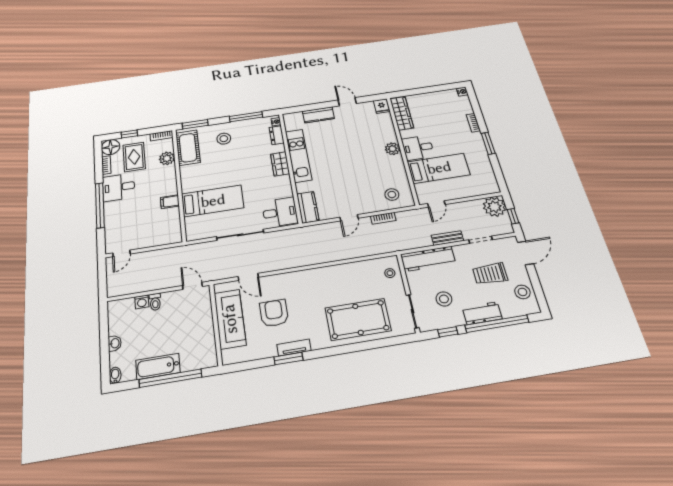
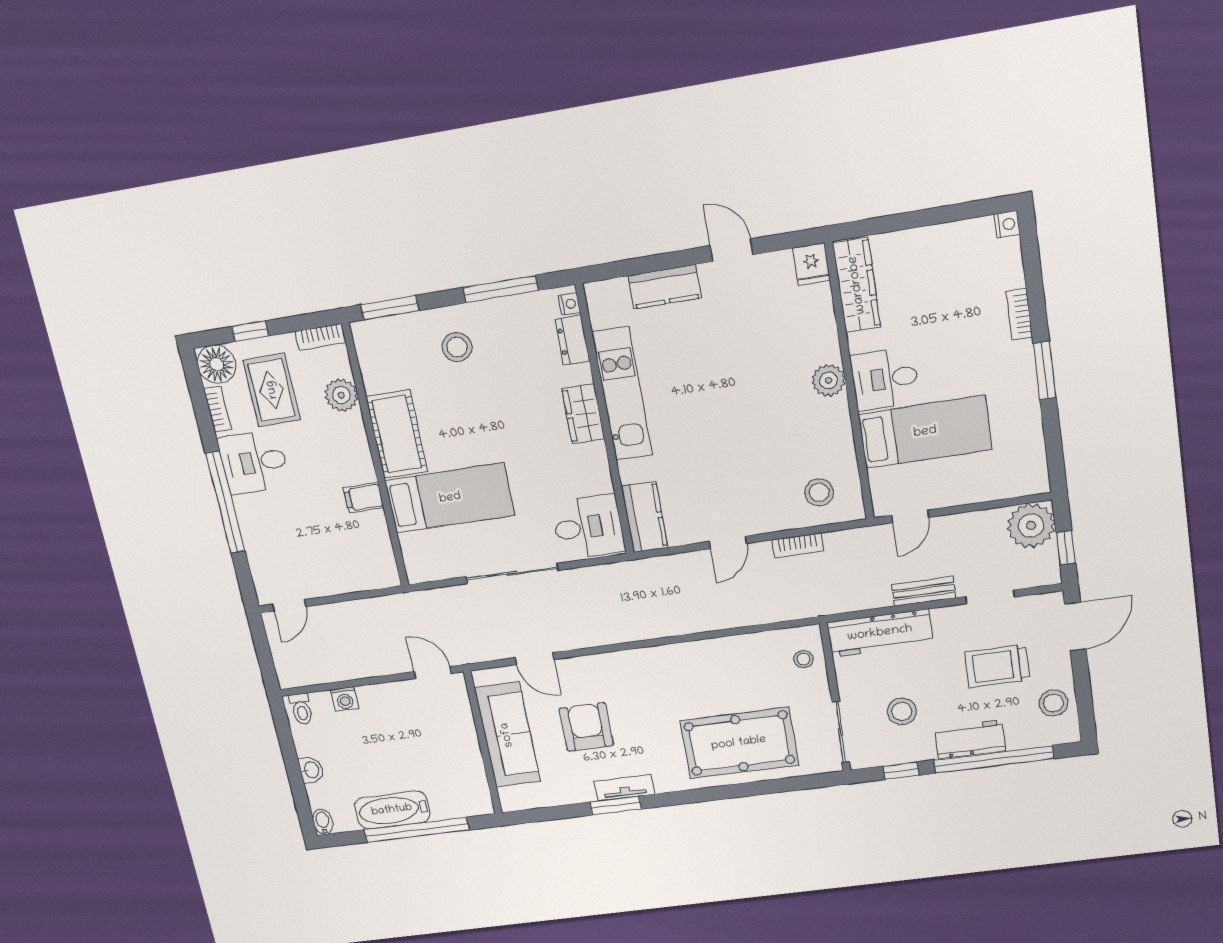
cot: (188, 148) -> (397, 434), moved
toilet: (155, 302) -> (301, 709), moved

